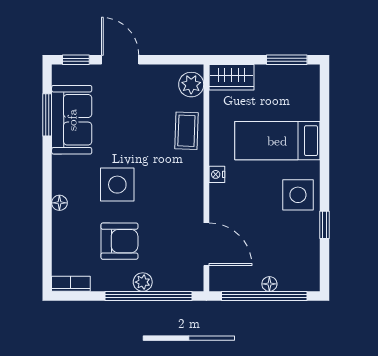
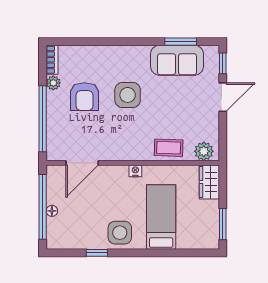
floor lamp: (59, 203) -> (114, 51), removed
plant: (143, 282) -> (53, 83), moved

